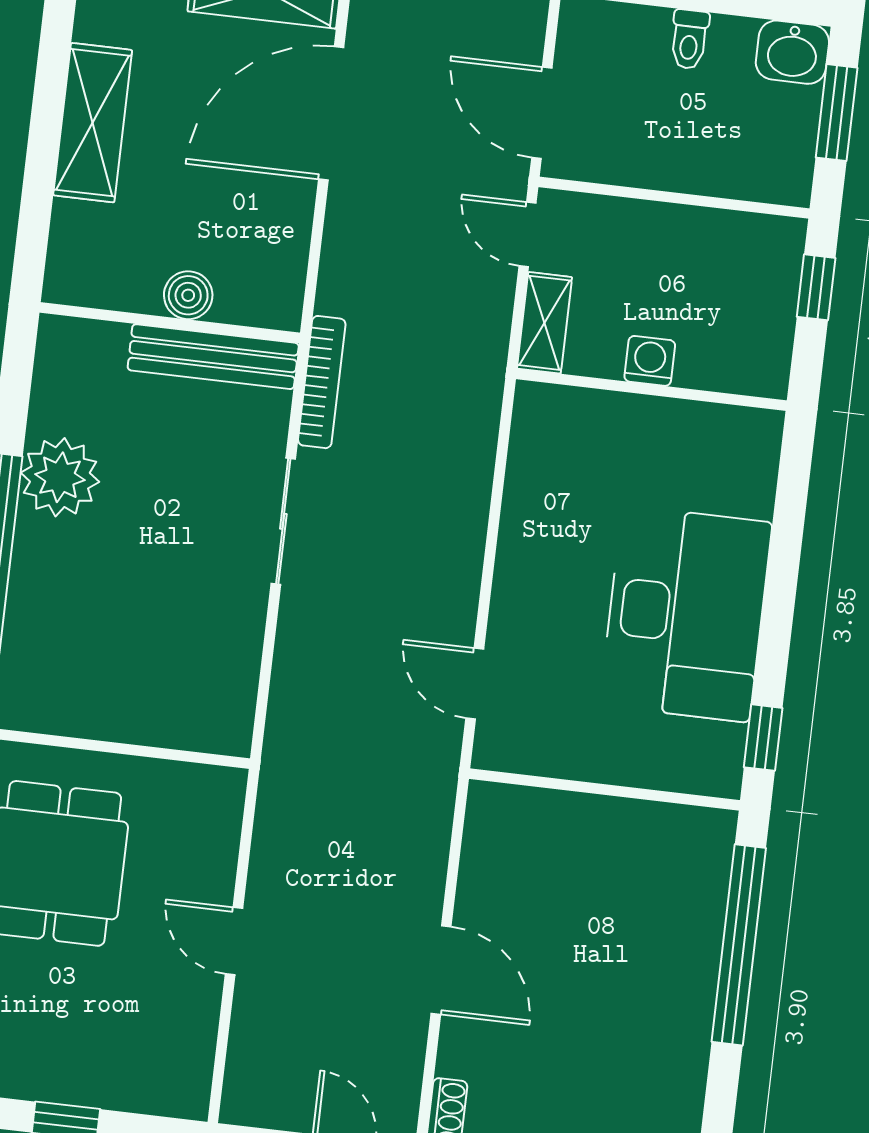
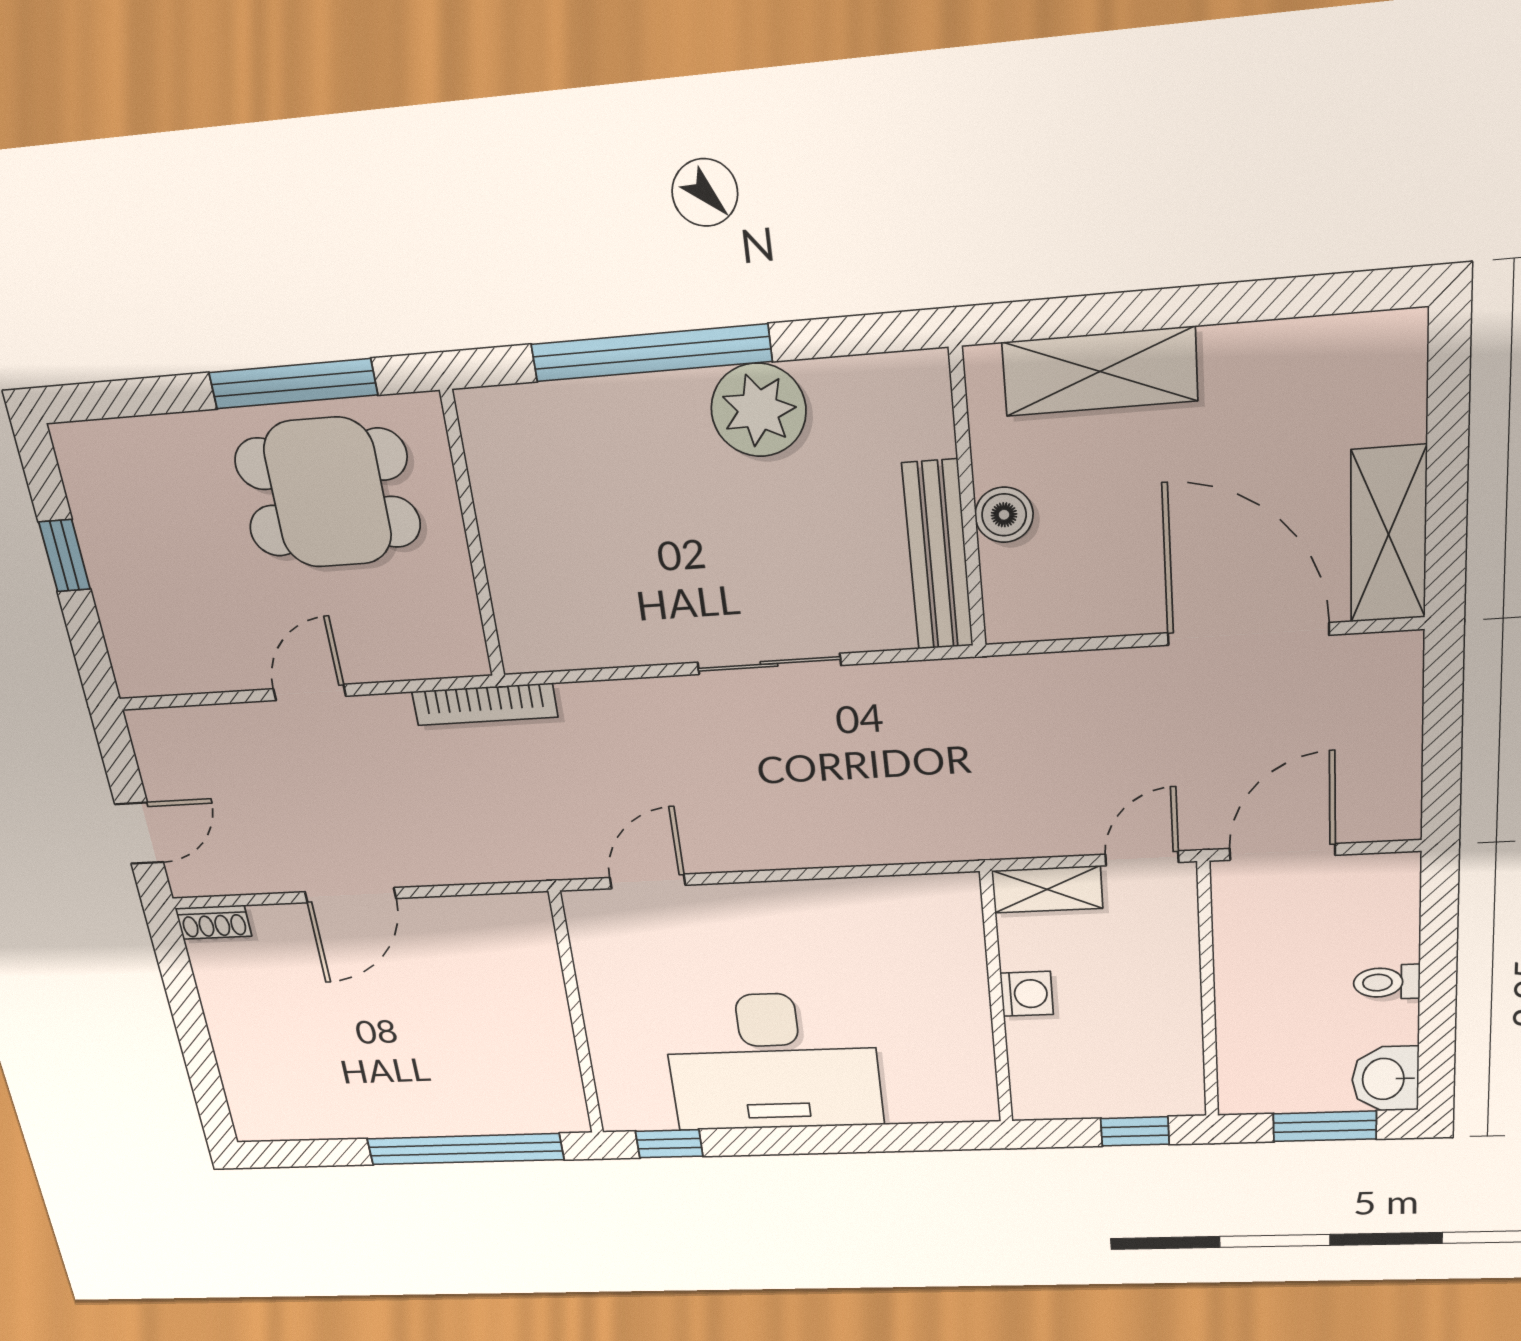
shelving: (93, 123) -> (1100, 371), moved
bookcase: (322, 382) -> (485, 704), moved

